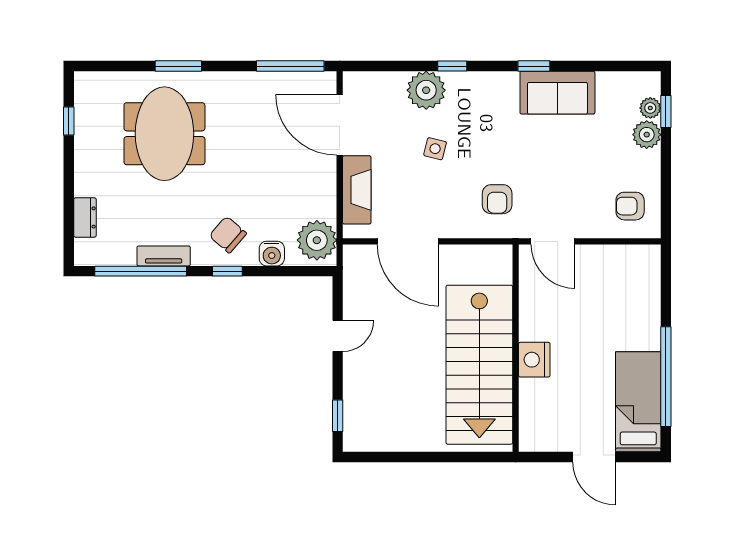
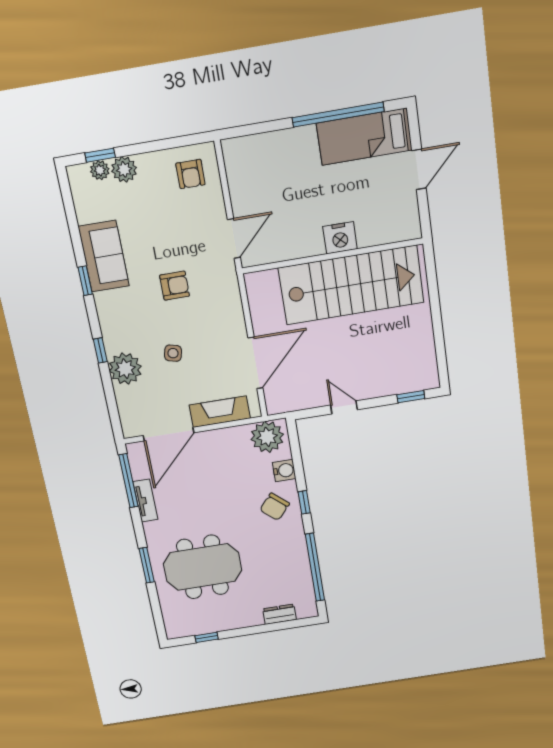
armchair: (497, 199) -> (175, 286), moved
tv unit: (164, 256) -> (145, 501), moved, turned 180

